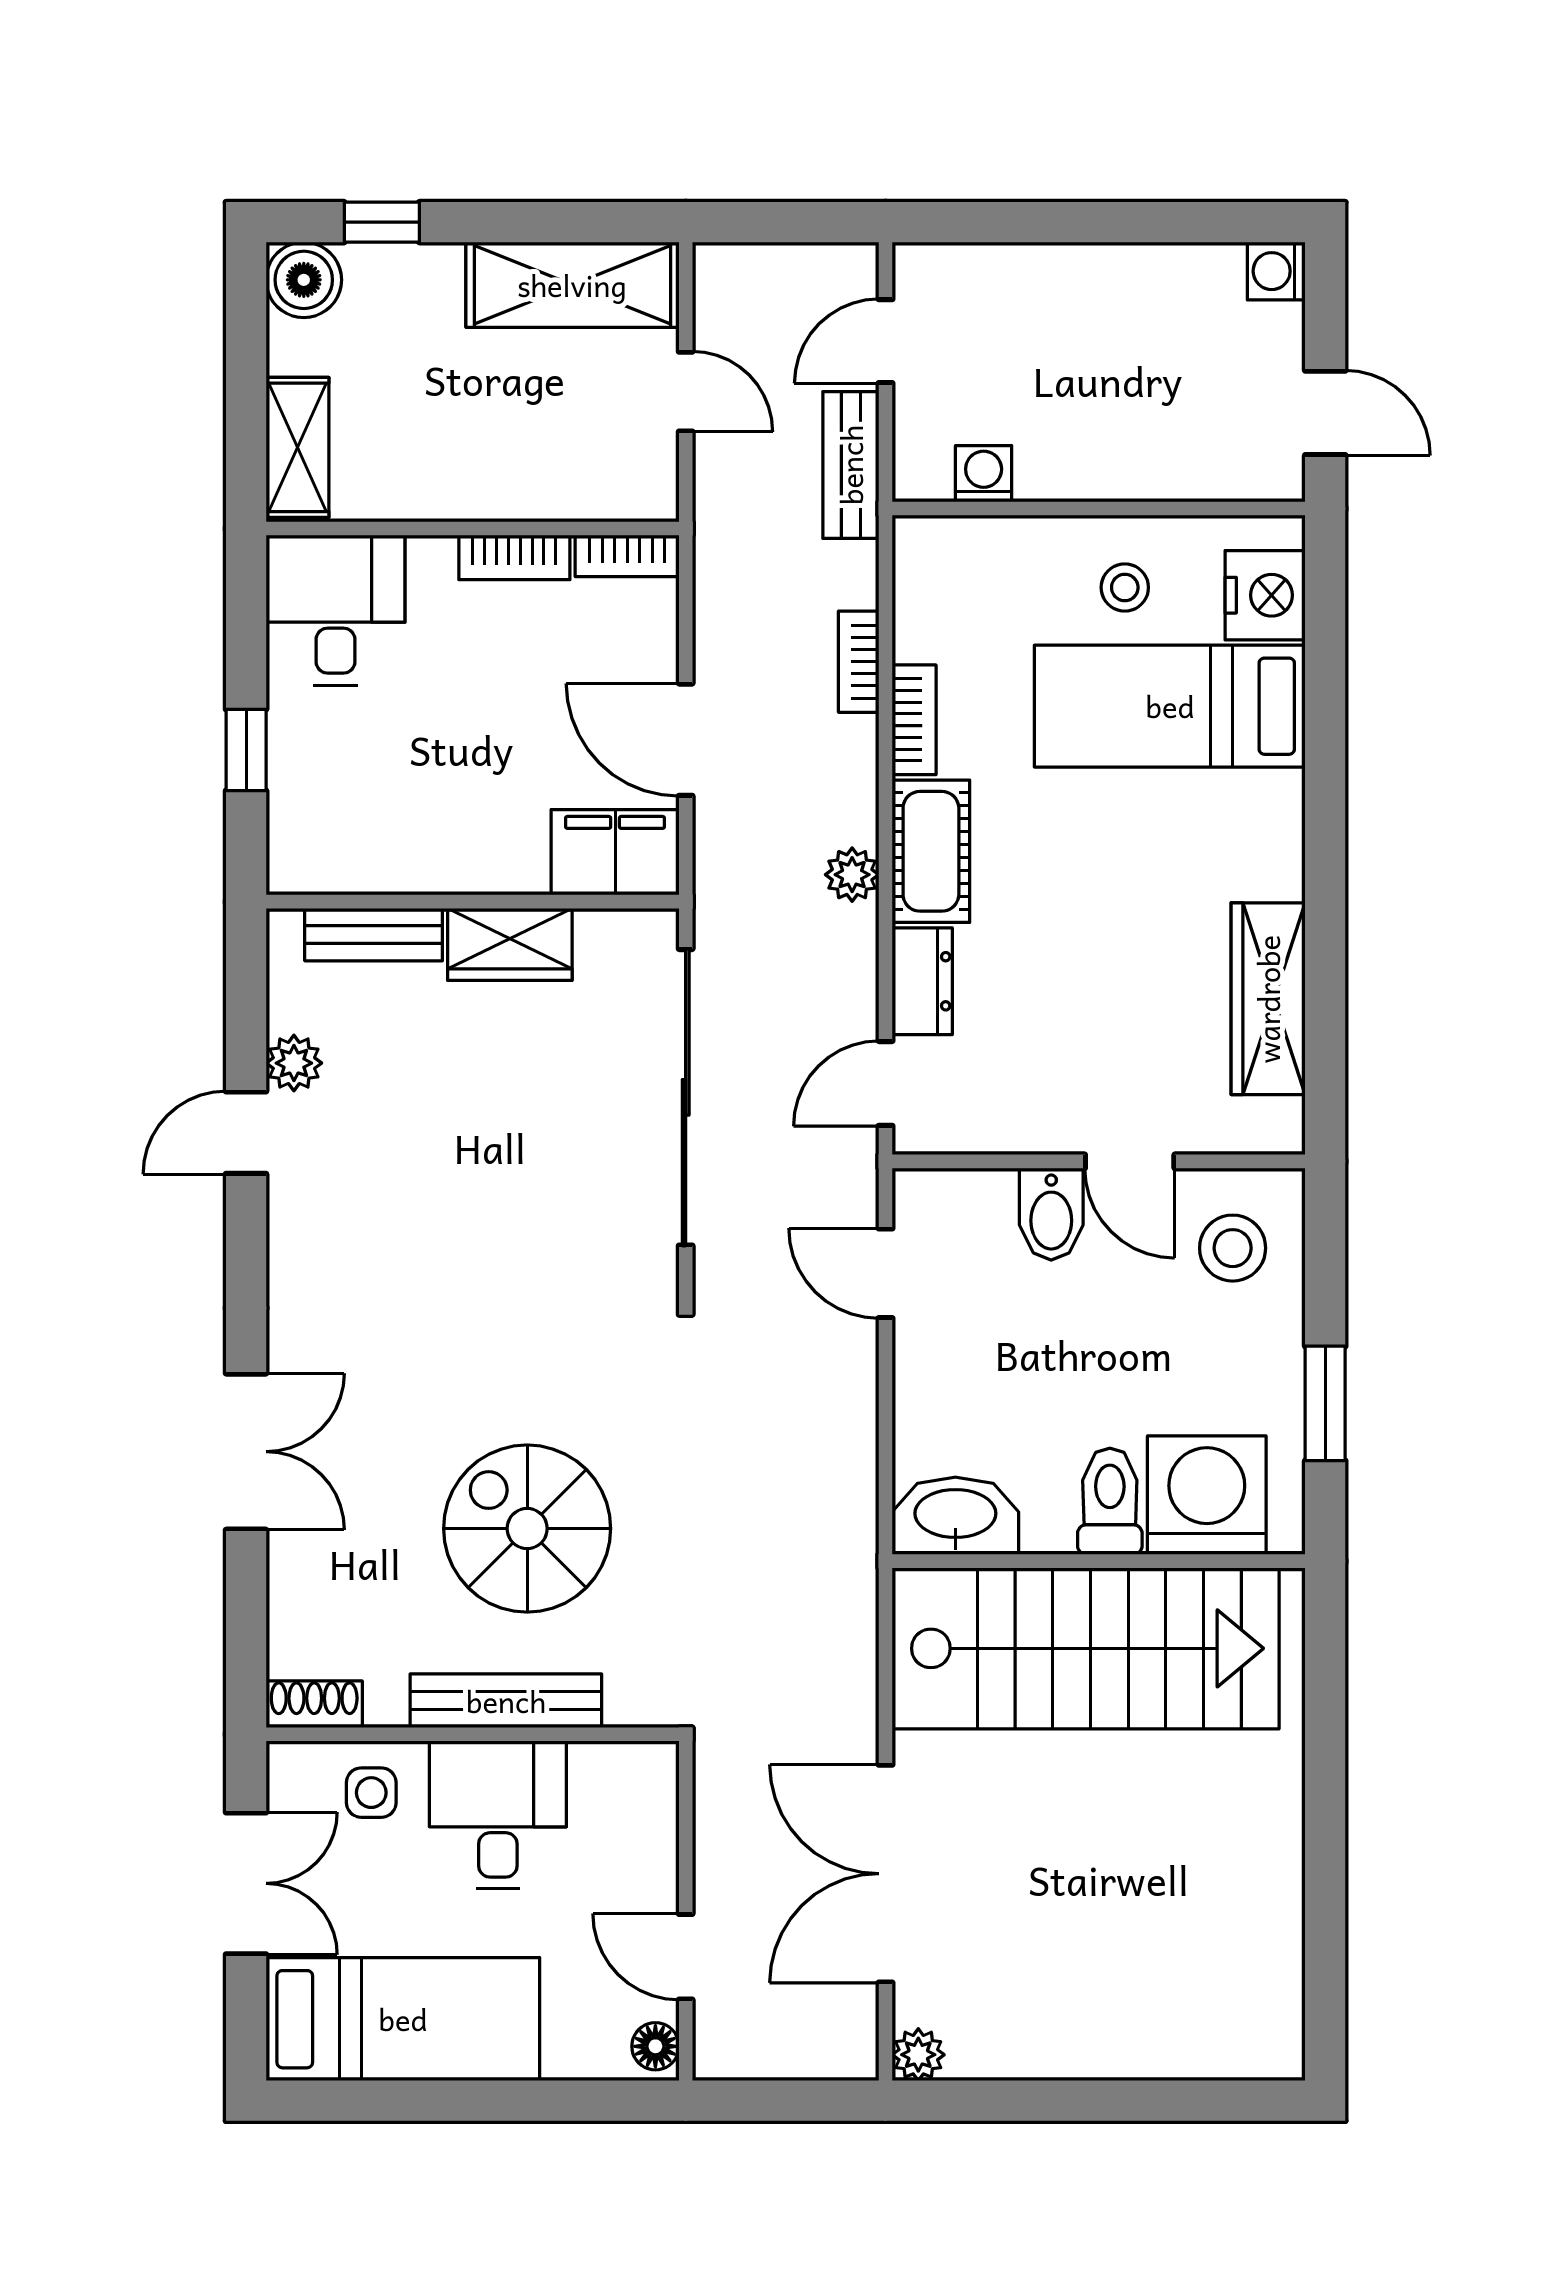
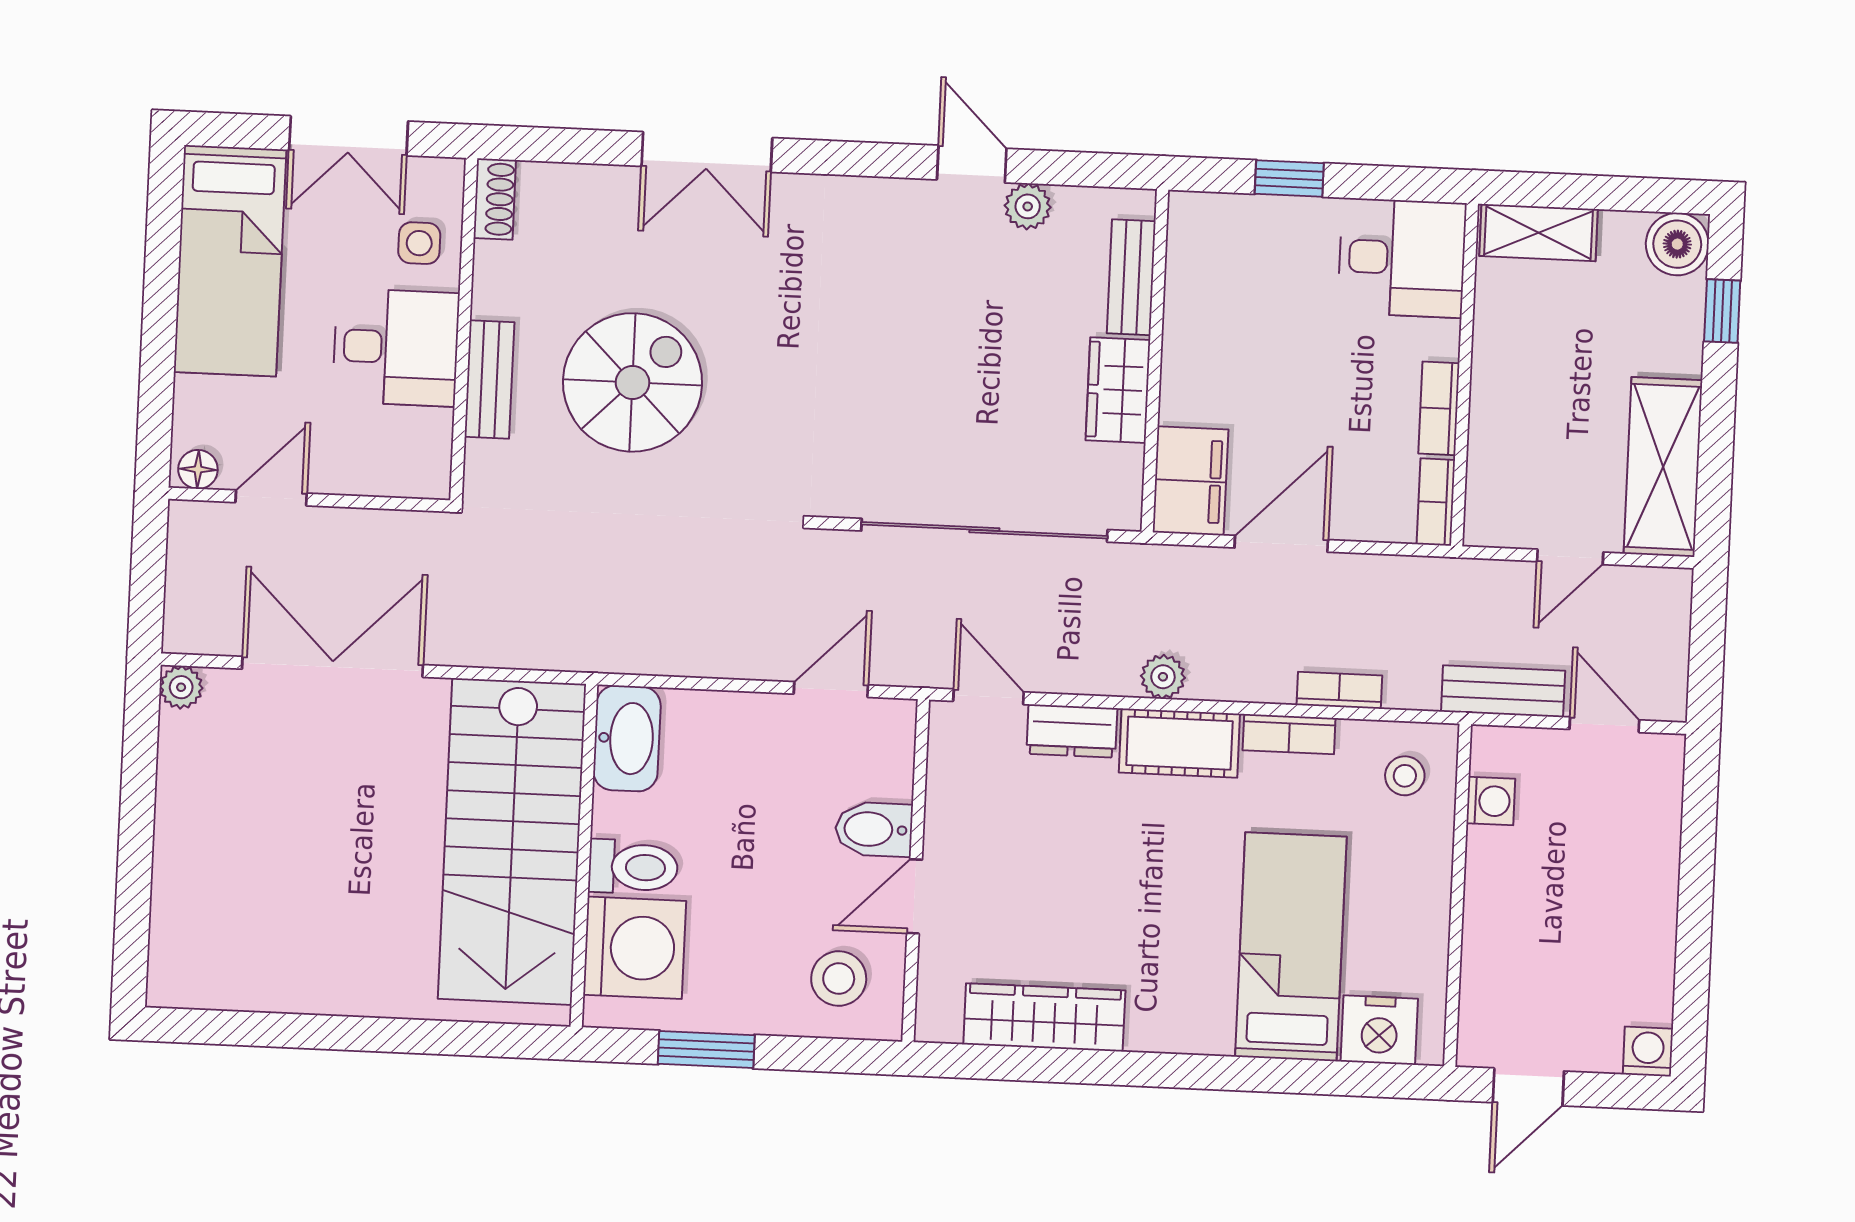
stool: (1125, 587) -> (1405, 776), moved
bench: (506, 1701) -> (489, 379), width x0.73

